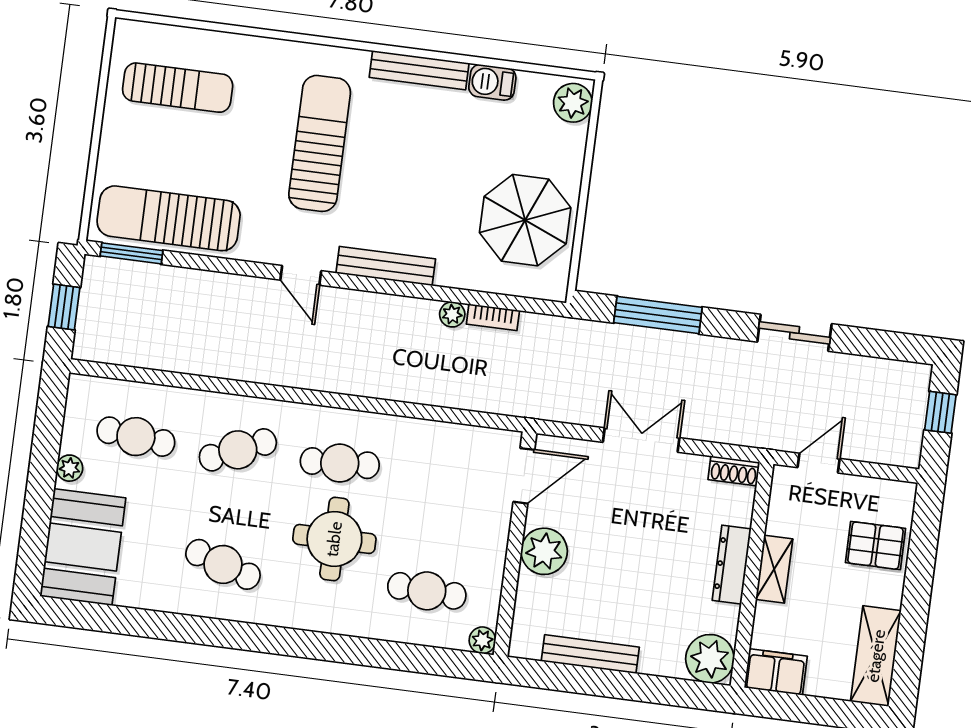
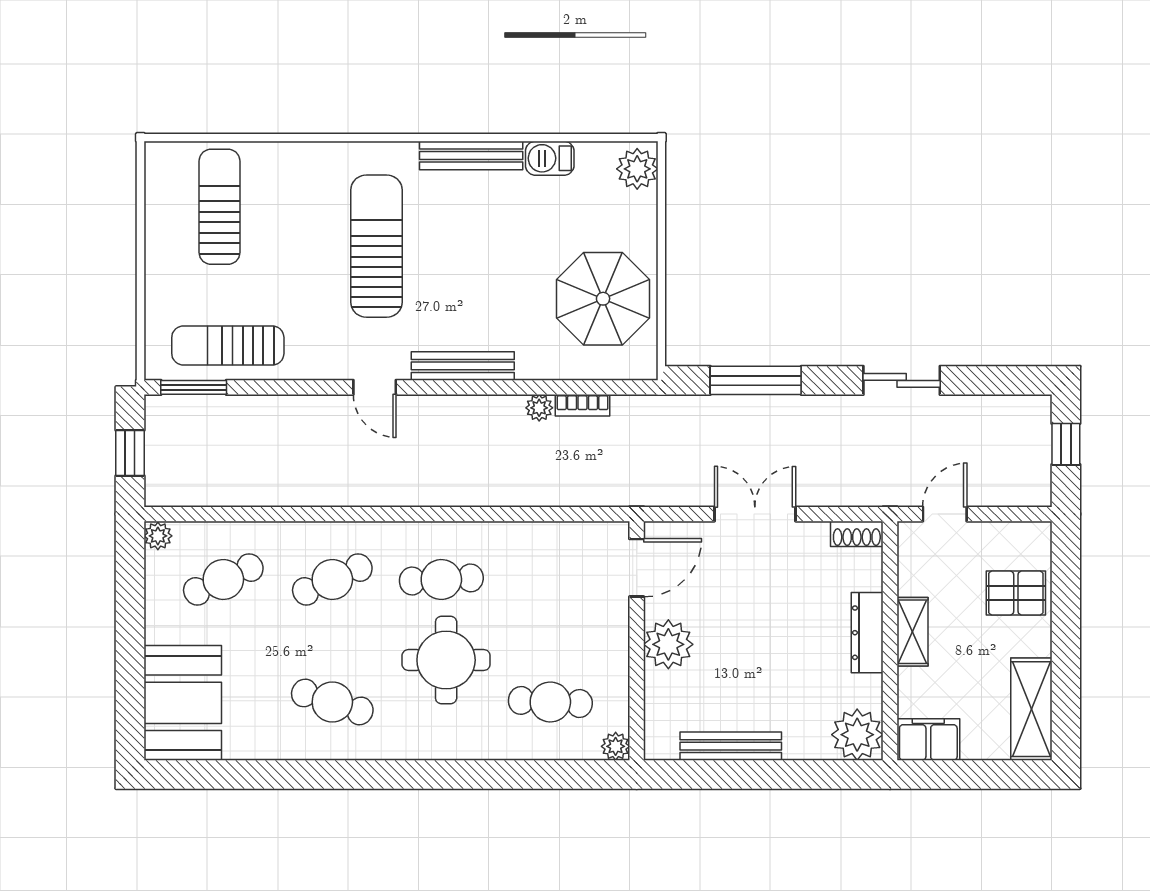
sun lounger: (178, 88) -> (220, 207), turned -90
sun lounger: (169, 218) -> (228, 345), width x0.73, depth x0.75
cafe table: (136, 437) -> (223, 579), turned -30
plant: (70, 468) -> (158, 536), moved

